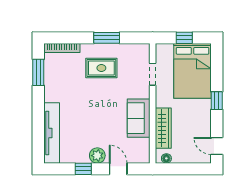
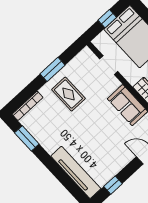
rug: (101, 68) -> (68, 94), turned 90
plant: (97, 156) -> (123, 158), removed
window: (83, 169) -> (113, 185), moved

